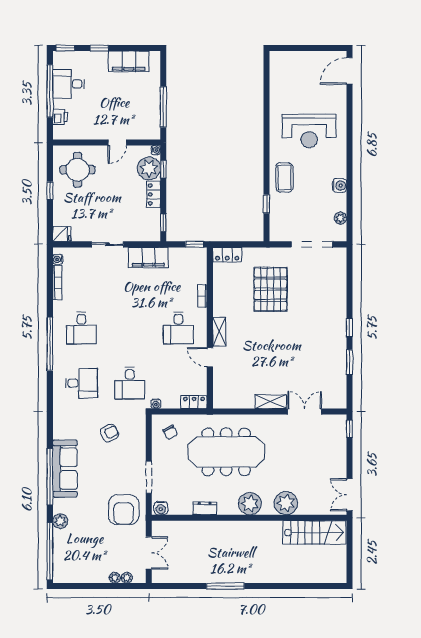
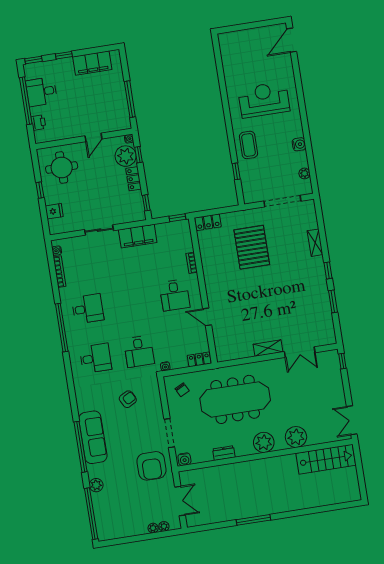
reception desk: (309, 131) -> (264, 100), turned 180
fridge: (62, 234) -> (54, 211), moved
desk: (81, 328) -> (88, 309), turned -90
shelving: (219, 332) -> (315, 243), moved
double door: (305, 412) -> (300, 352), swing flipped

